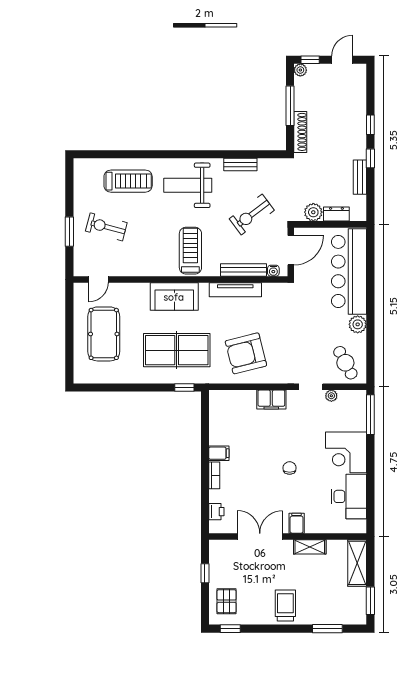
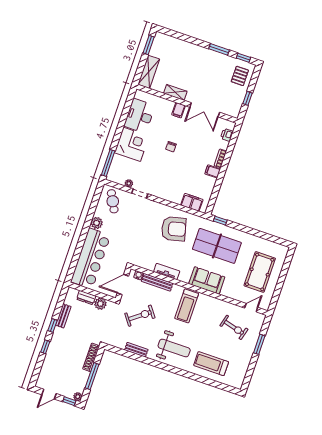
exercise bike: (106, 227) -> (234, 327), moved
tv unit: (235, 290) -> (167, 271), width x0.71
filing cabinet: (271, 399) -> (192, 202), moved
trolley: (285, 605) -> (203, 61), removed
window: (327, 629) -> (219, 49), moved

